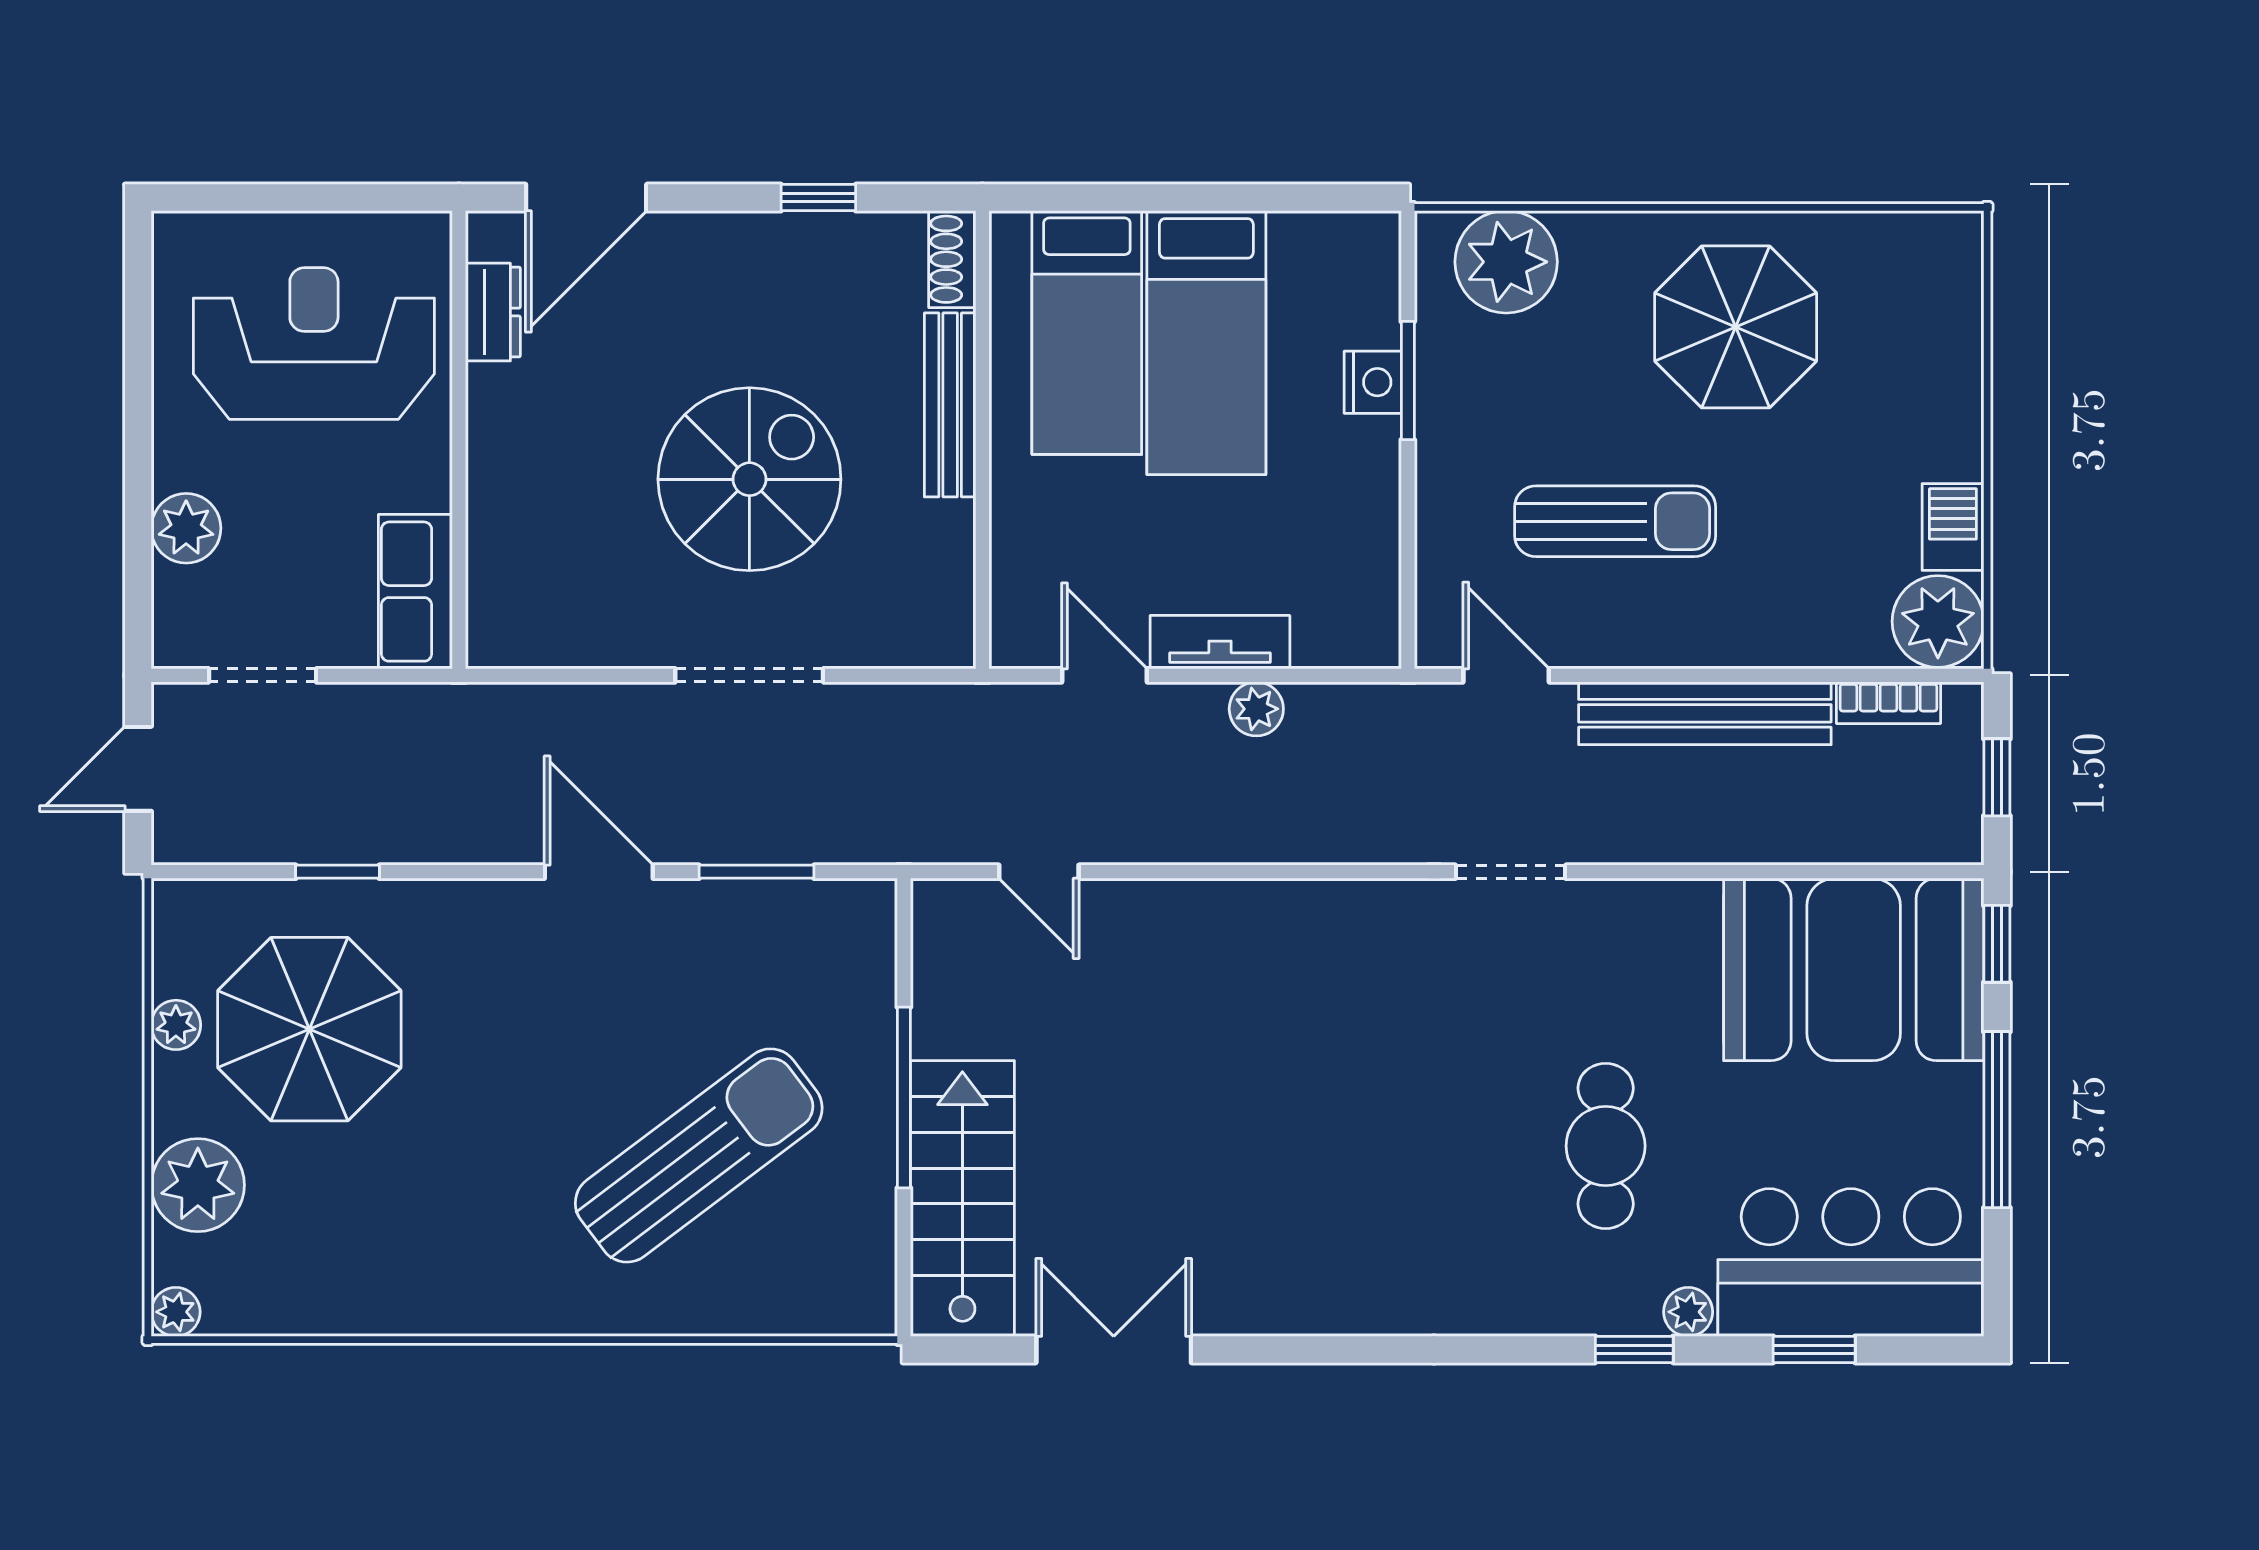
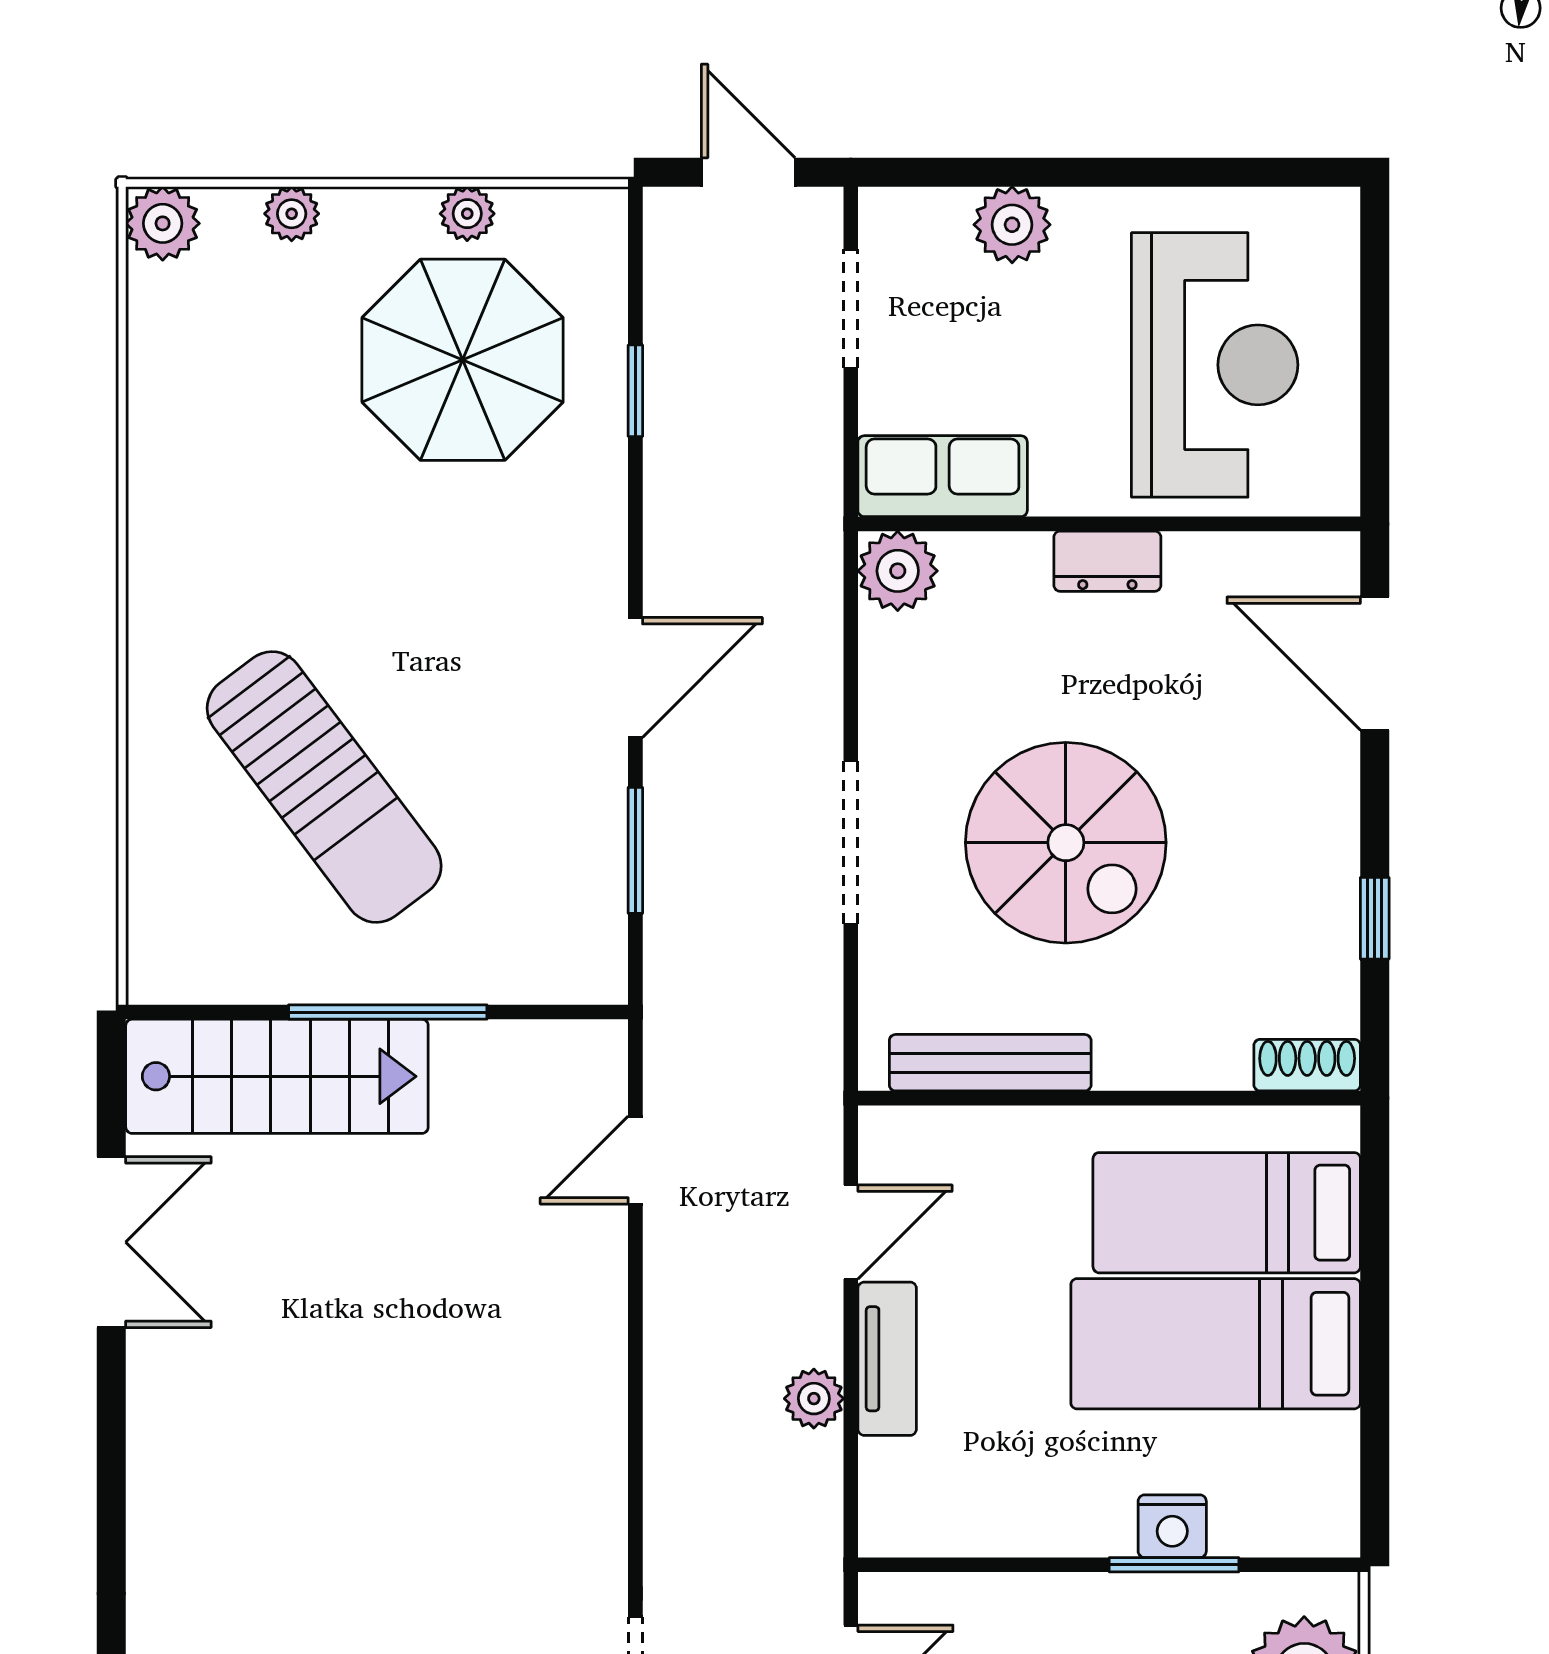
dresser: (493, 312) -> (1107, 561), moved
bench: (950, 405) -> (990, 1063), moved
plant: (502, 633) -> (898, 571), added
plant: (198, 1185) -> (292, 214), width x0.53, depth x0.53
plant: (176, 1312) -> (163, 223), width x1.38, depth x1.38

